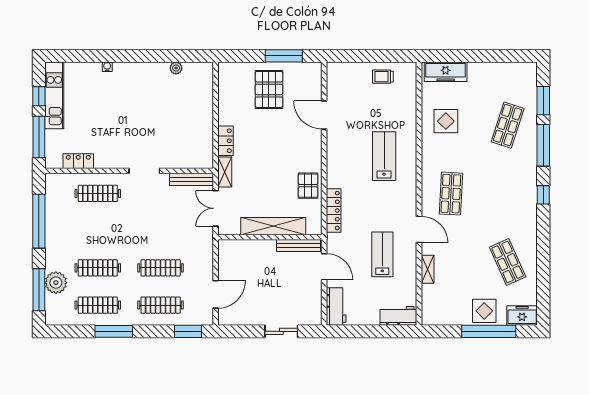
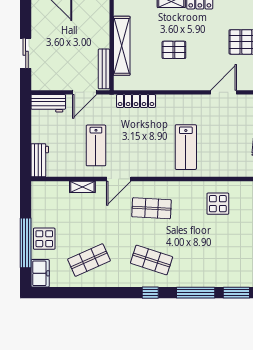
shop shelf: (508, 125) -> (152, 260), moved
lab bench: (384, 156) -> (186, 147), turned 90
pallet: (308, 186) -> (174, 50), moved
lab bench: (382, 254) -> (96, 145), turned 90

